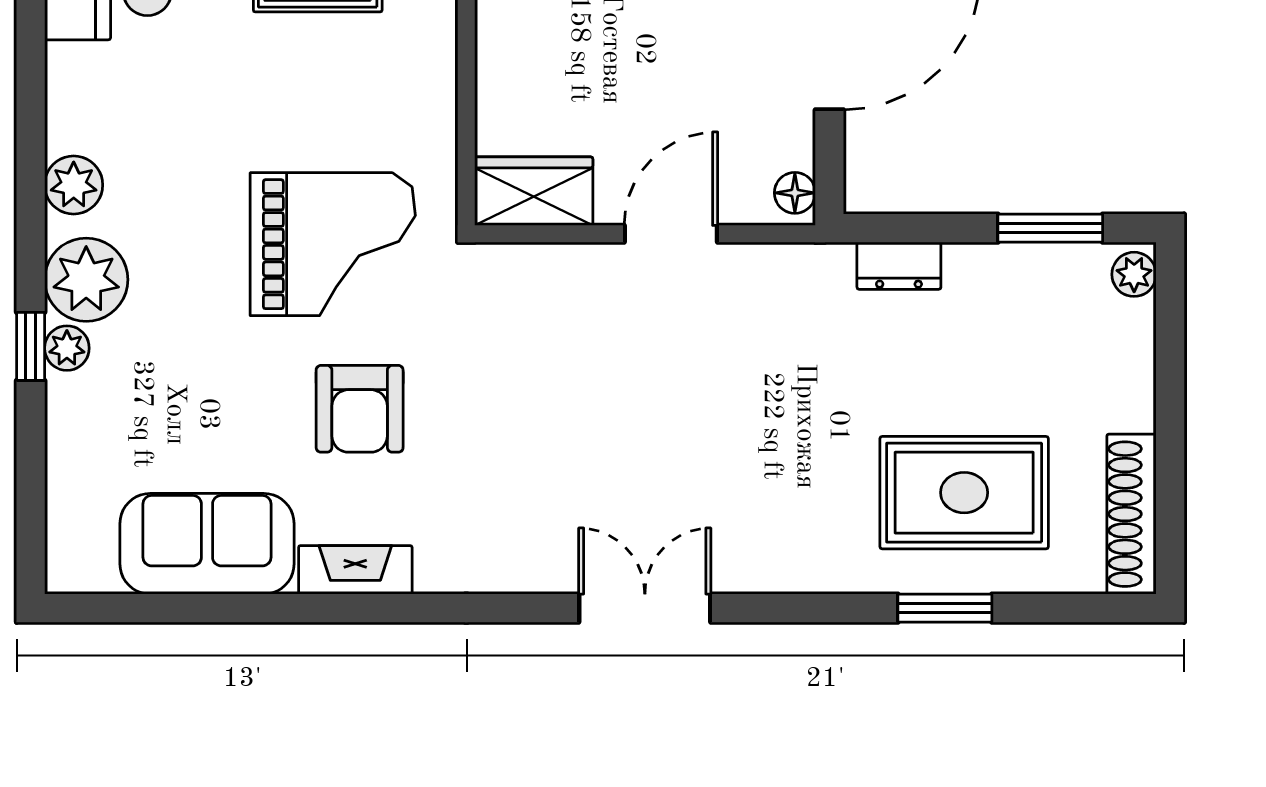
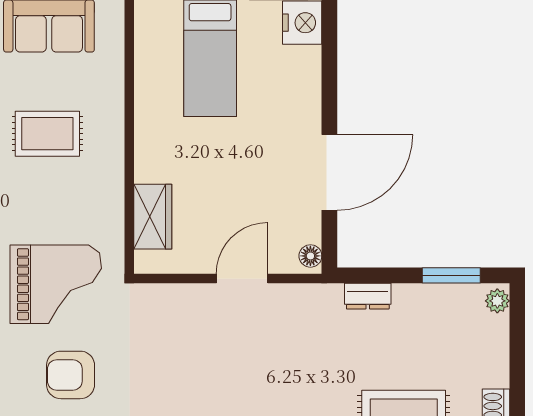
wardrobe: (534, 191) -> (153, 217), moved, turned 90
armchair: (360, 409) -> (71, 375), turned 90

